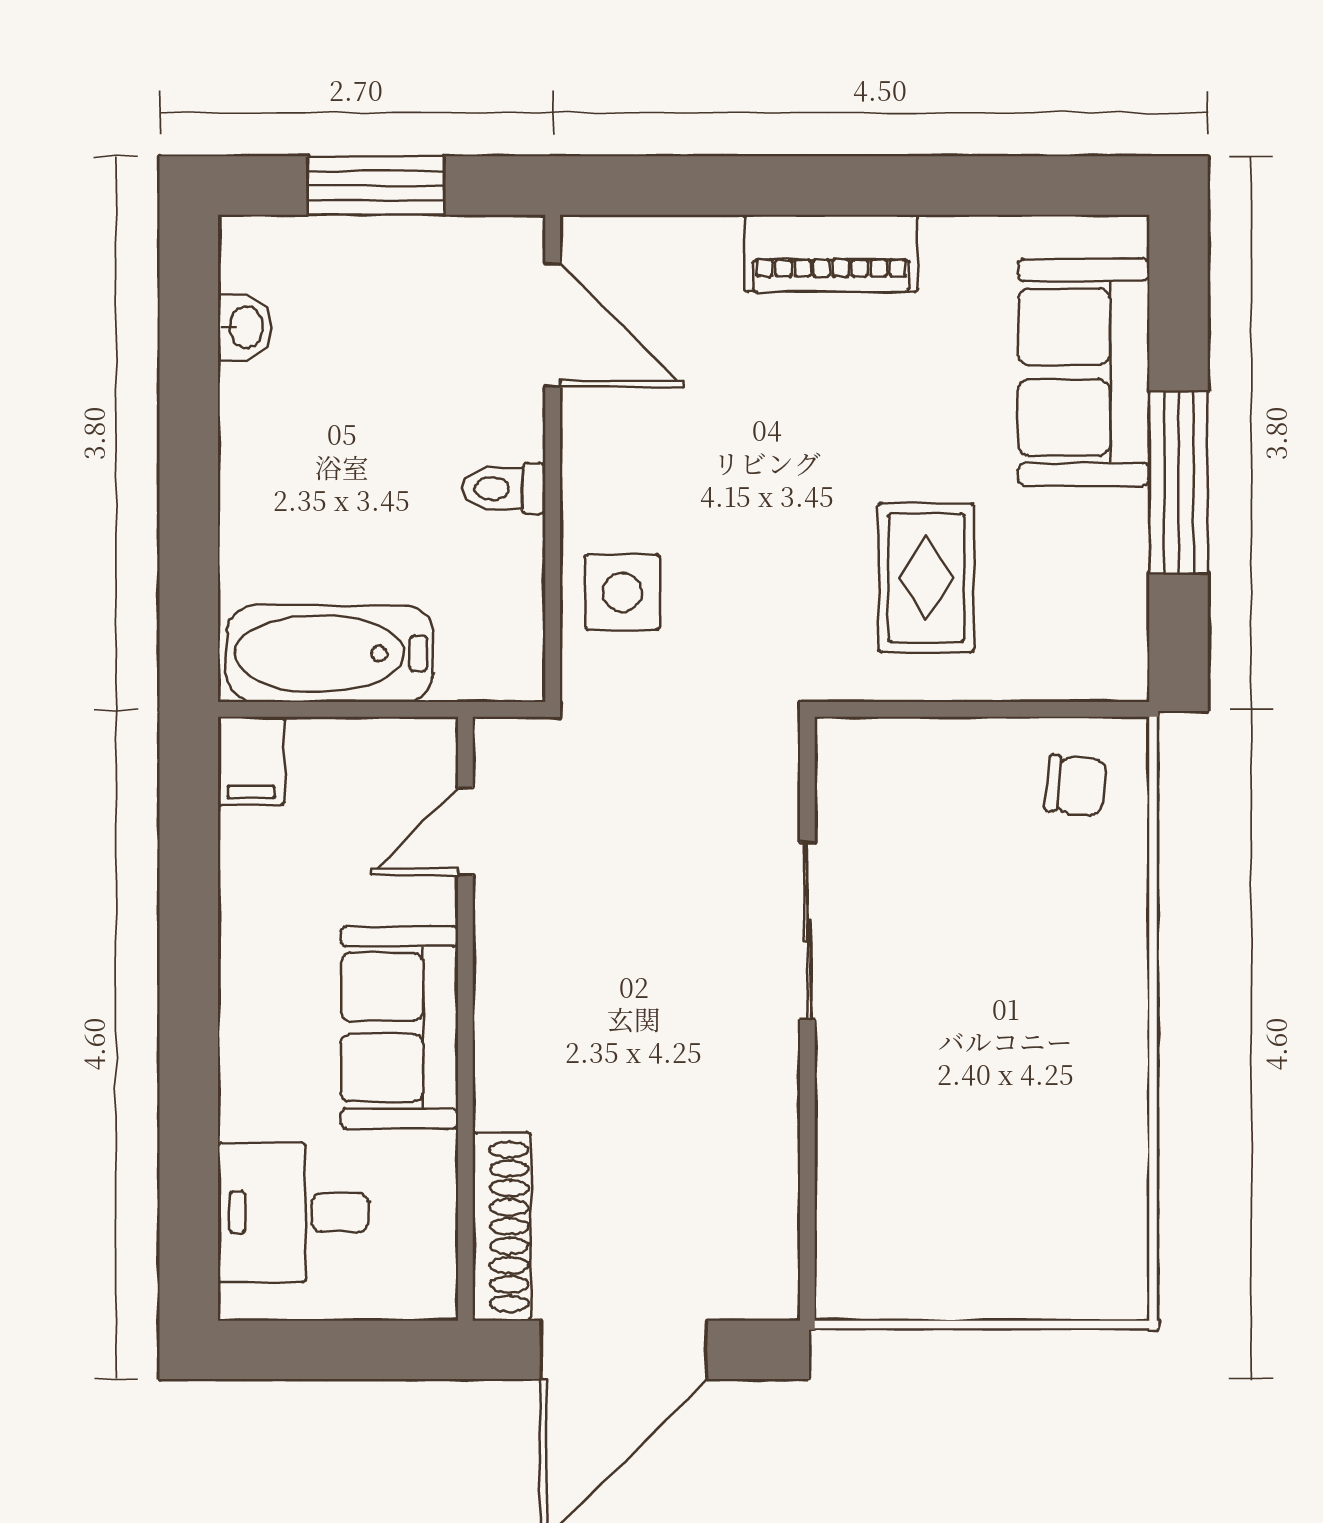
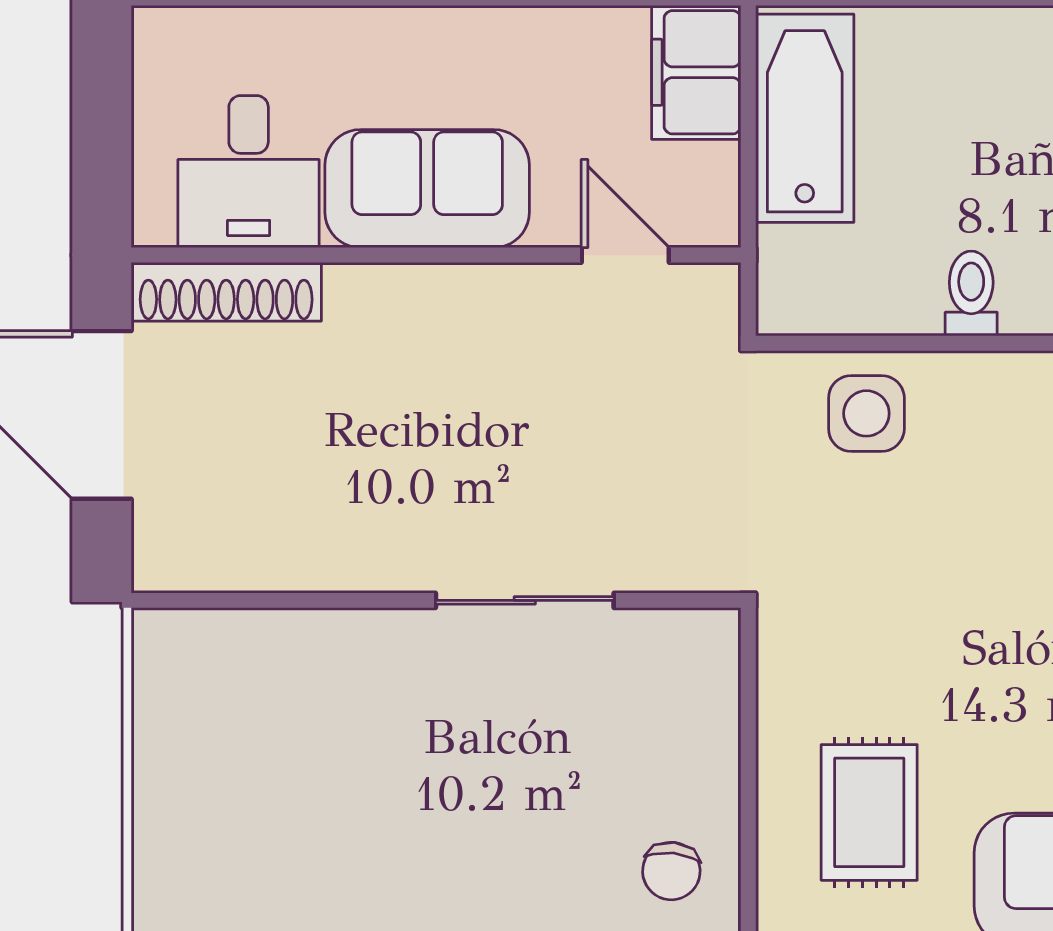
rug: (926, 578) -> (869, 812), moved, turned 90
filing cabinet: (251, 761) -> (696, 72), width x2.00
desk: (293, 1212) -> (249, 172), moved, turned 180

